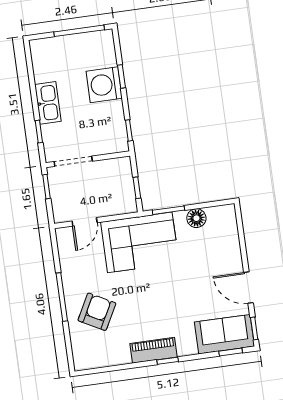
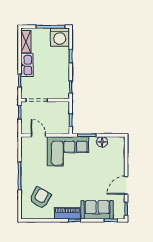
shelving: (40, 62) -> (26, 42), added
washing machine: (104, 85) -> (60, 37), moved, turned -90
door: (85, 222) -> (38, 135), swing flipped
door: (249, 288) -> (126, 185), hinge flipped
armchair: (97, 312) -> (40, 198), moved
sofa: (224, 334) -> (97, 210), moved

